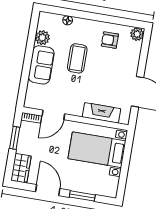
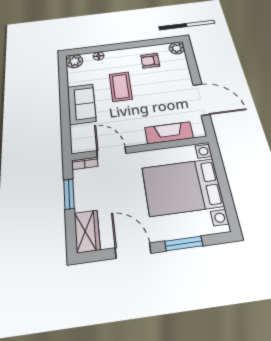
plant: (42, 38) -> (74, 61), moved
door: (53, 115) -> (111, 152), swing flipped
bed with nightstands: (97, 150) -> (182, 187), width x1.36

